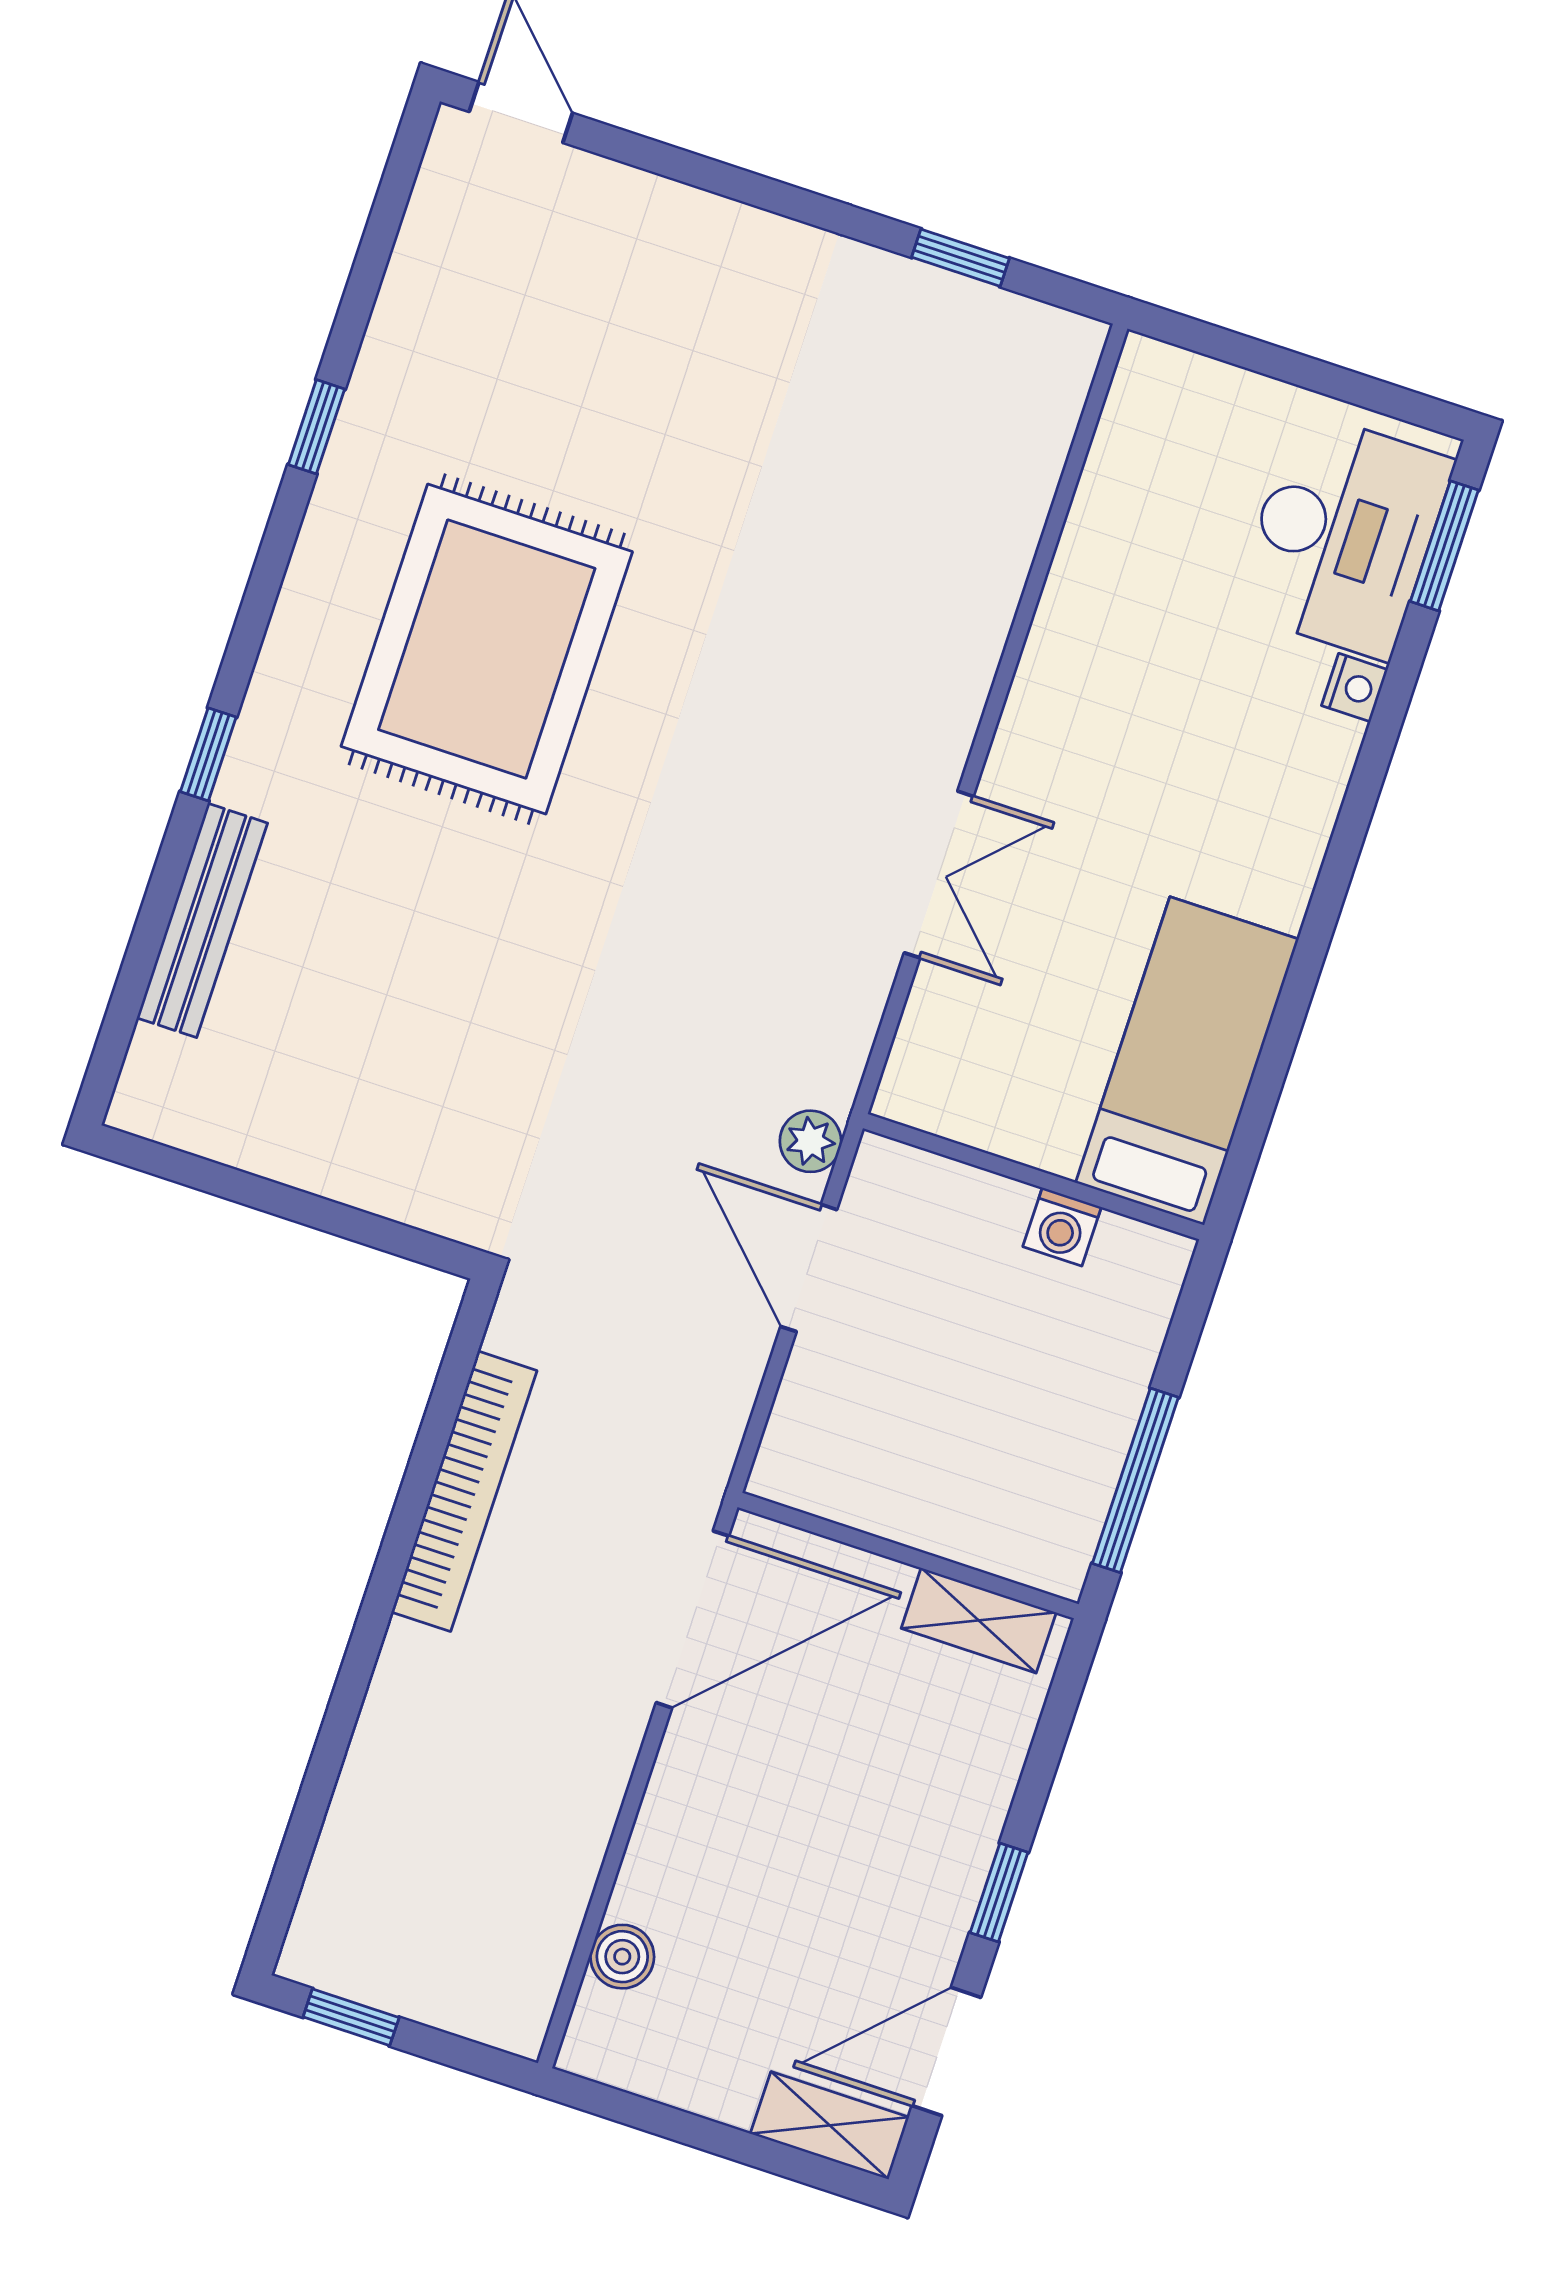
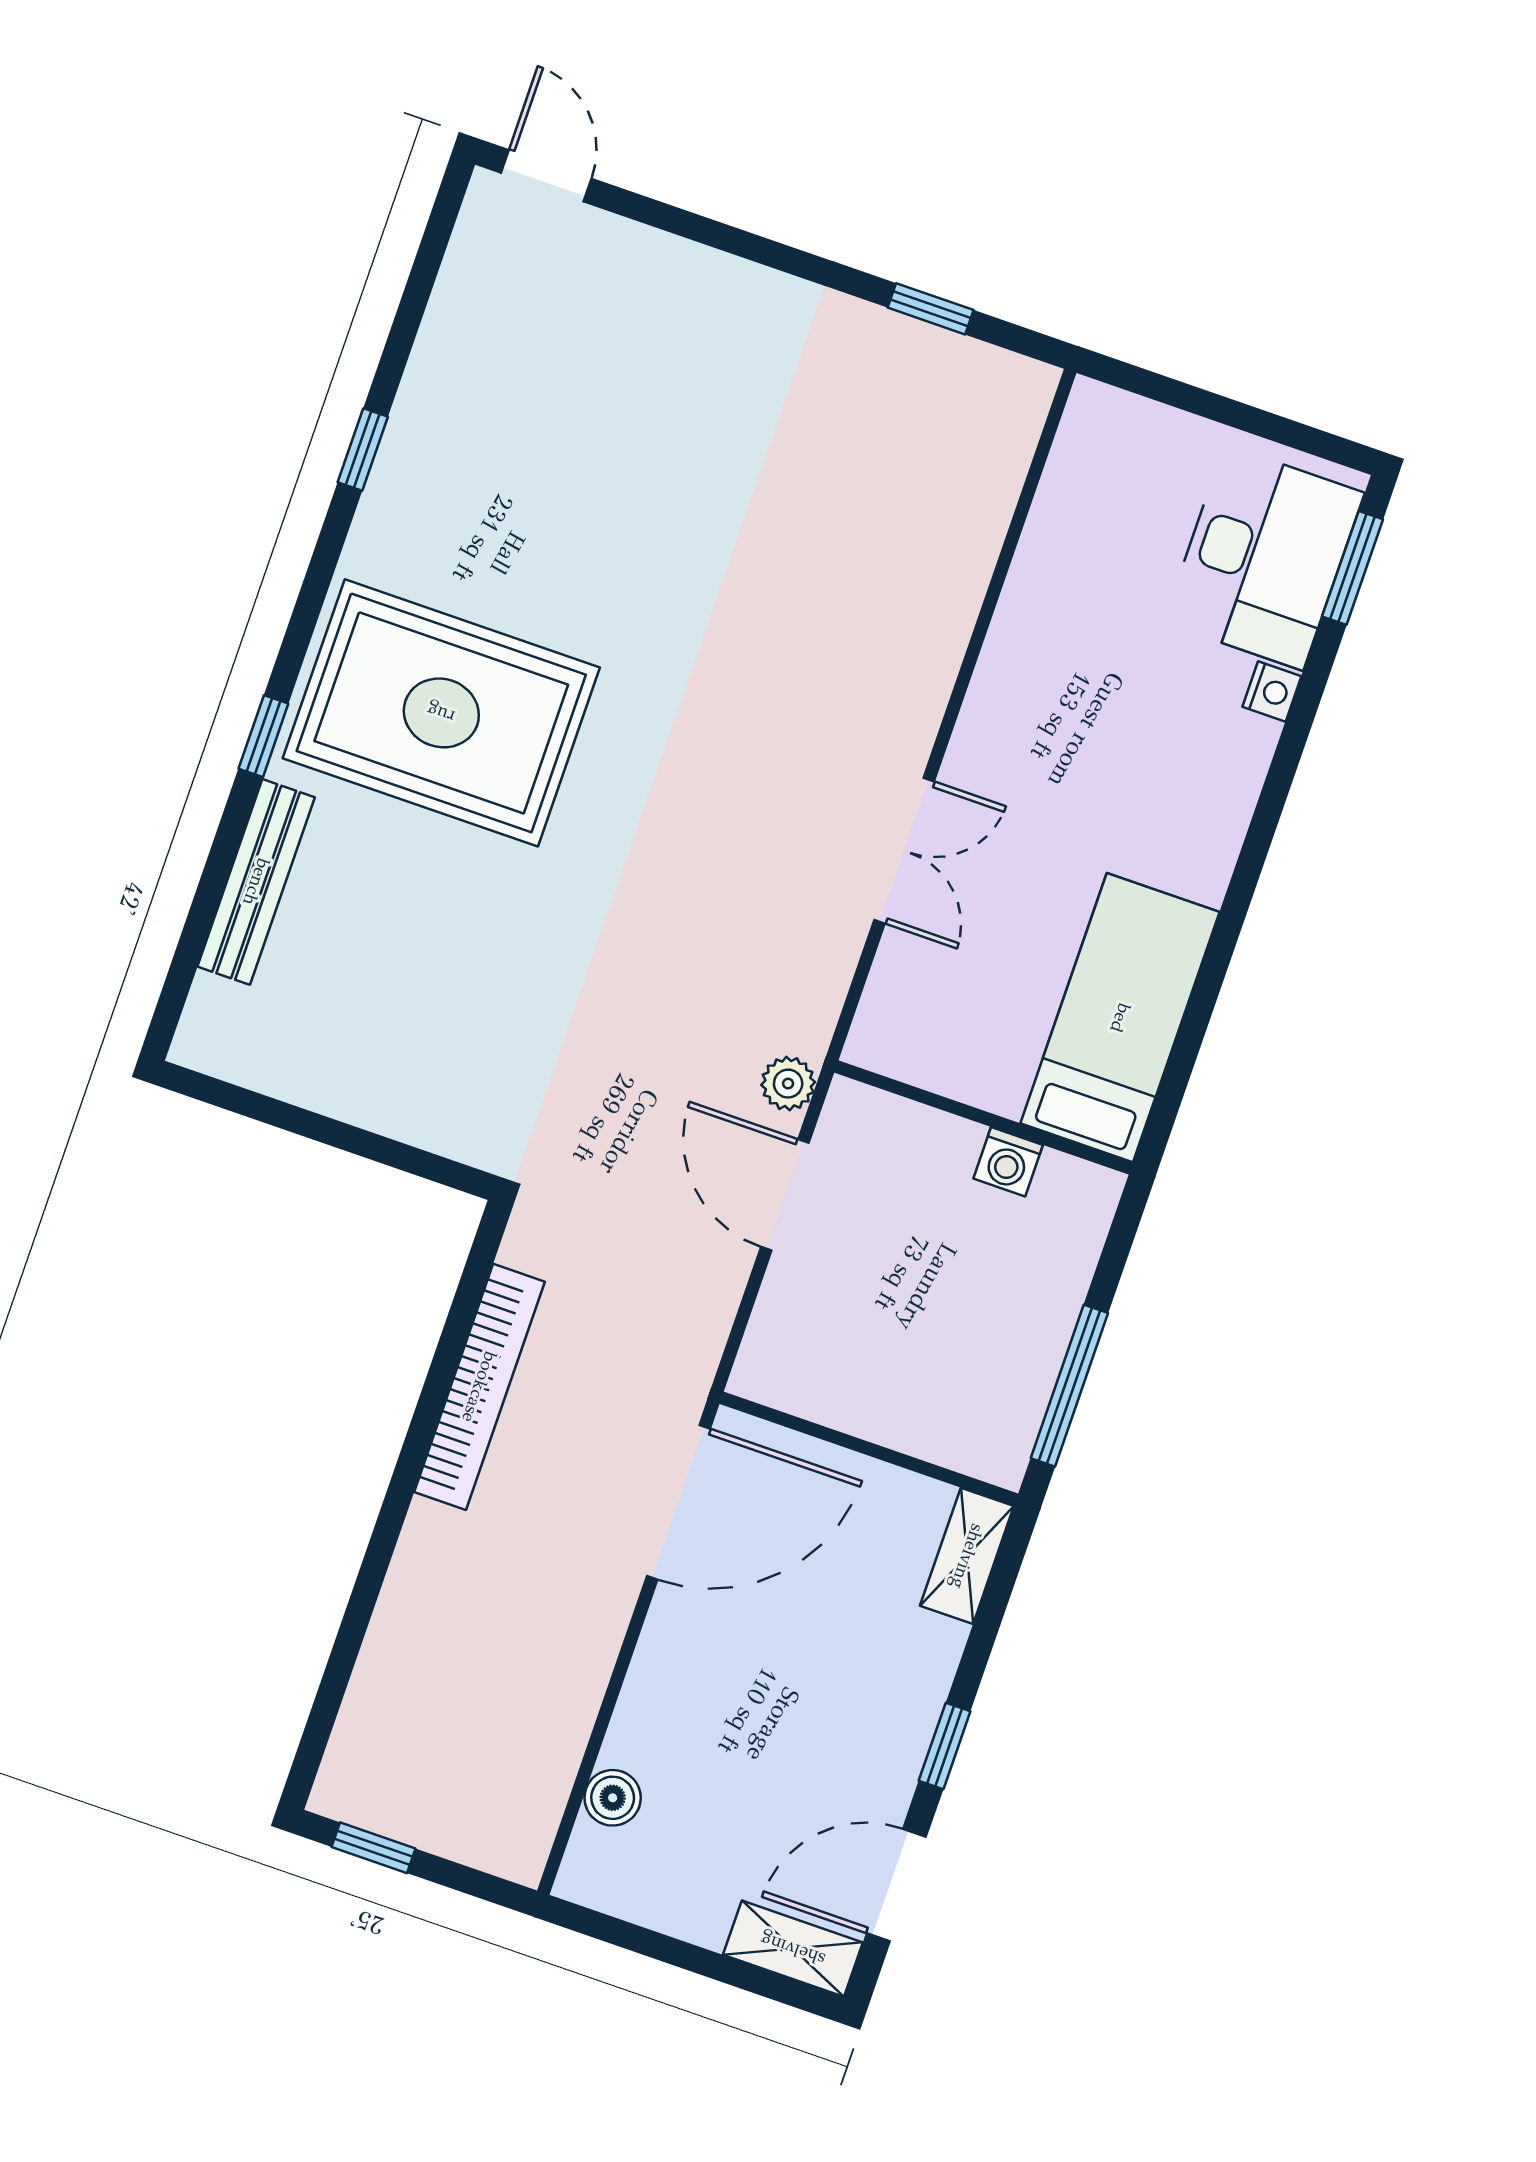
rug: (487, 649) -> (441, 713), moved, turned 90
shelving: (979, 1620) -> (967, 1556), moved, turned 90

